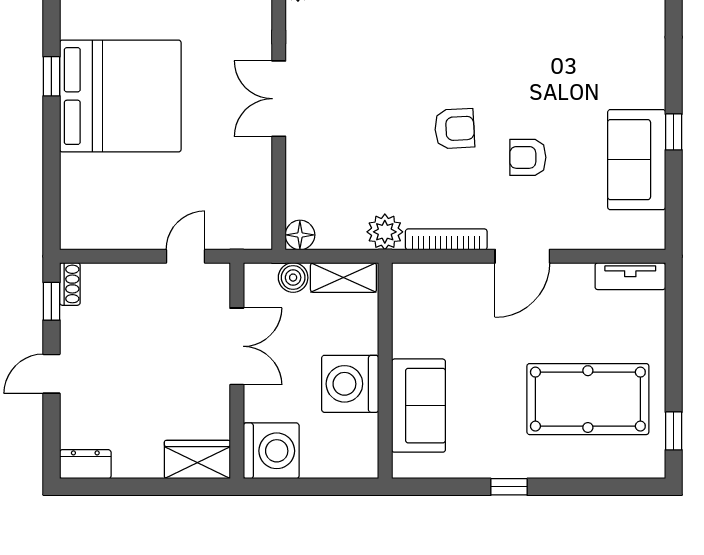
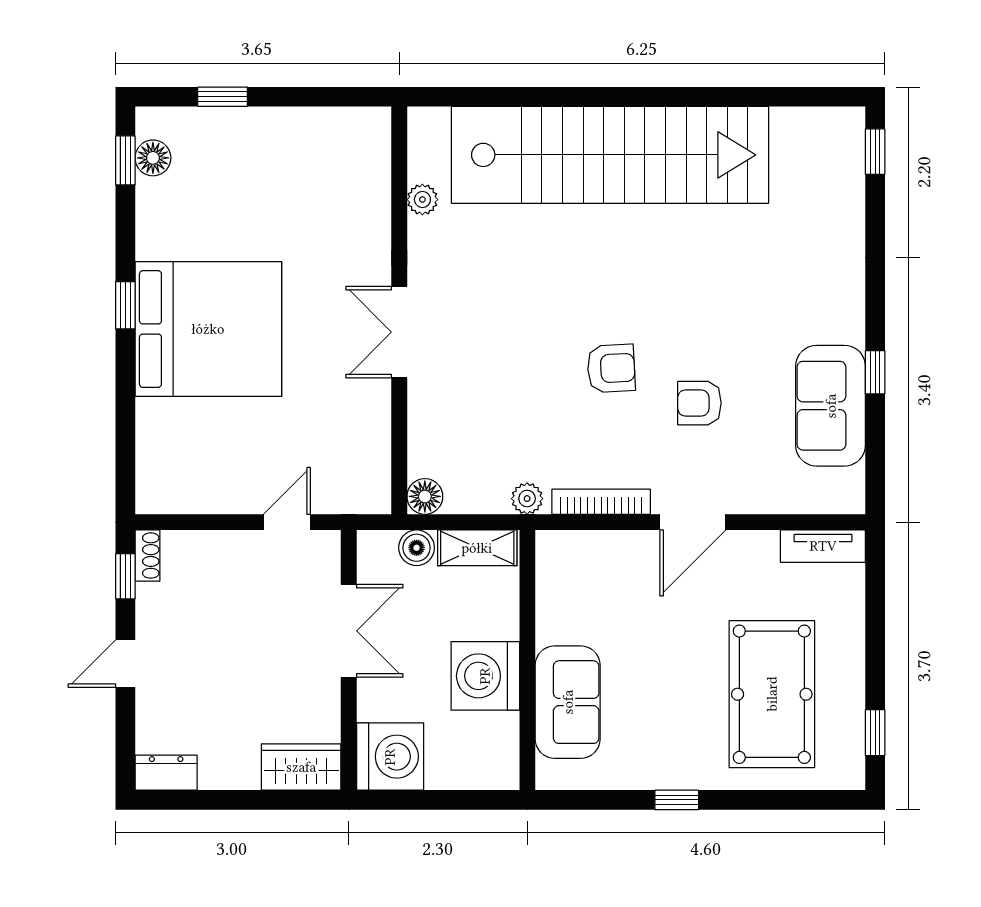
plant: (385, 232) -> (527, 499), width x0.73, depth x0.73
pool table: (588, 399) -> (772, 694), turned 90

